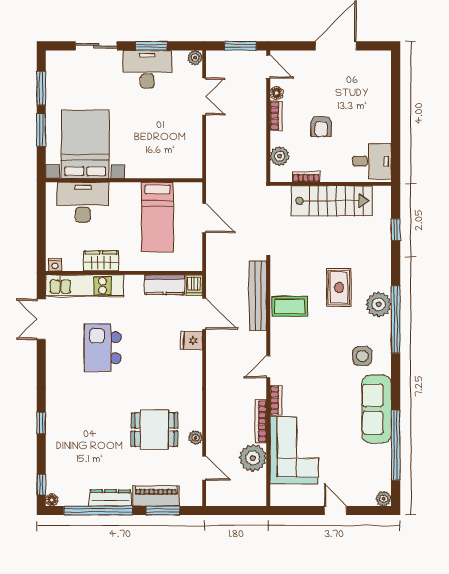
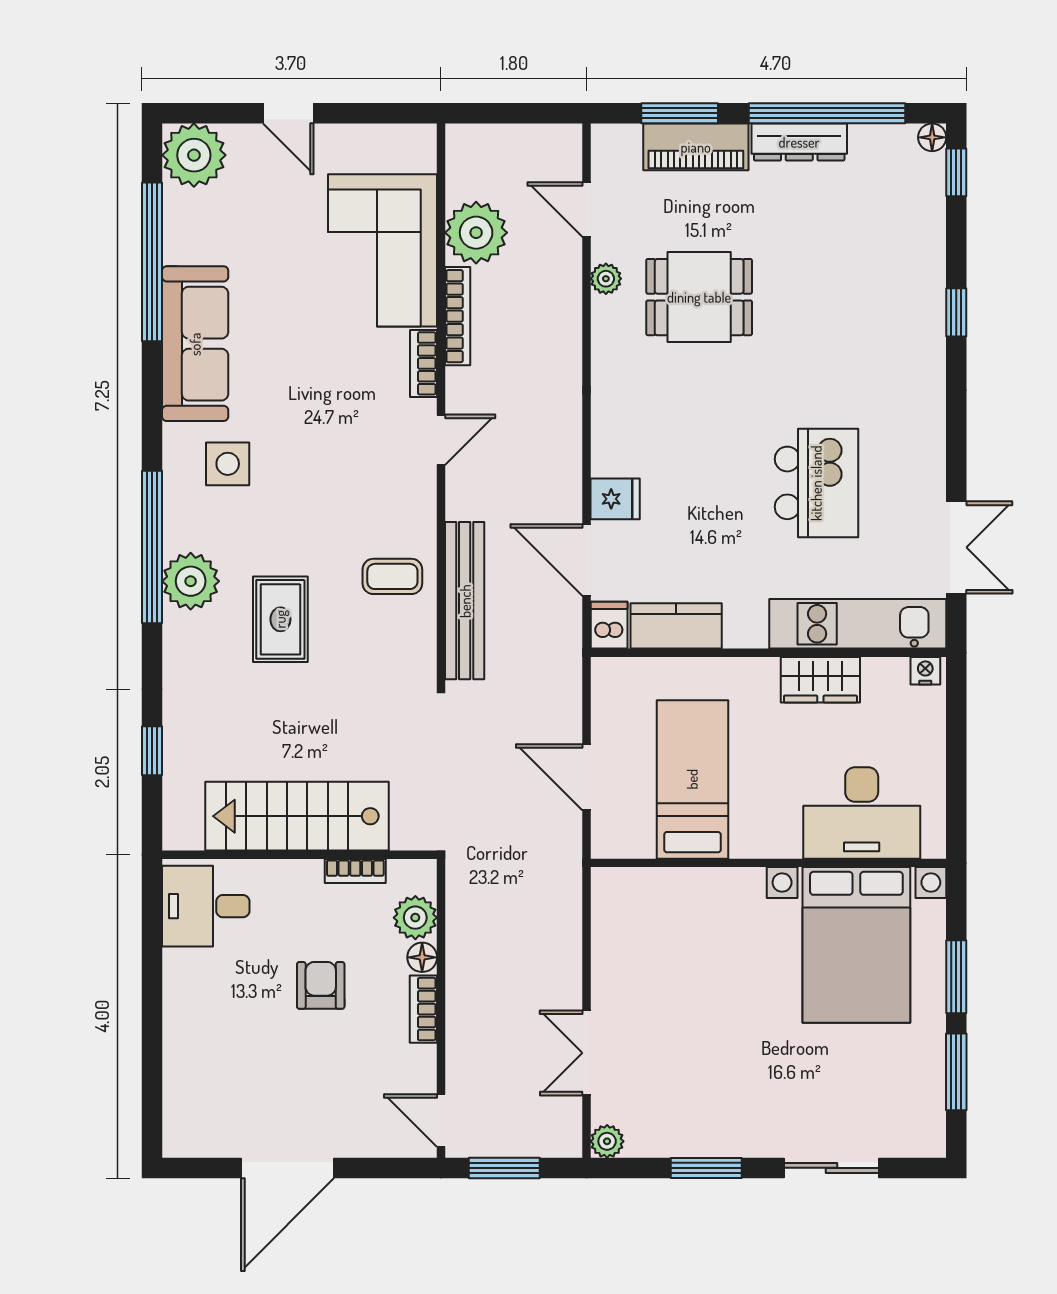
desk: (147, 69) -> (715, 1115), removed
floor lamp: (277, 93) -> (422, 957), moved
coffee table: (290, 306) -> (392, 576), width x0.73, depth x0.77
plant: (384, 499) -> (194, 155), width x1.88, depth x1.88

